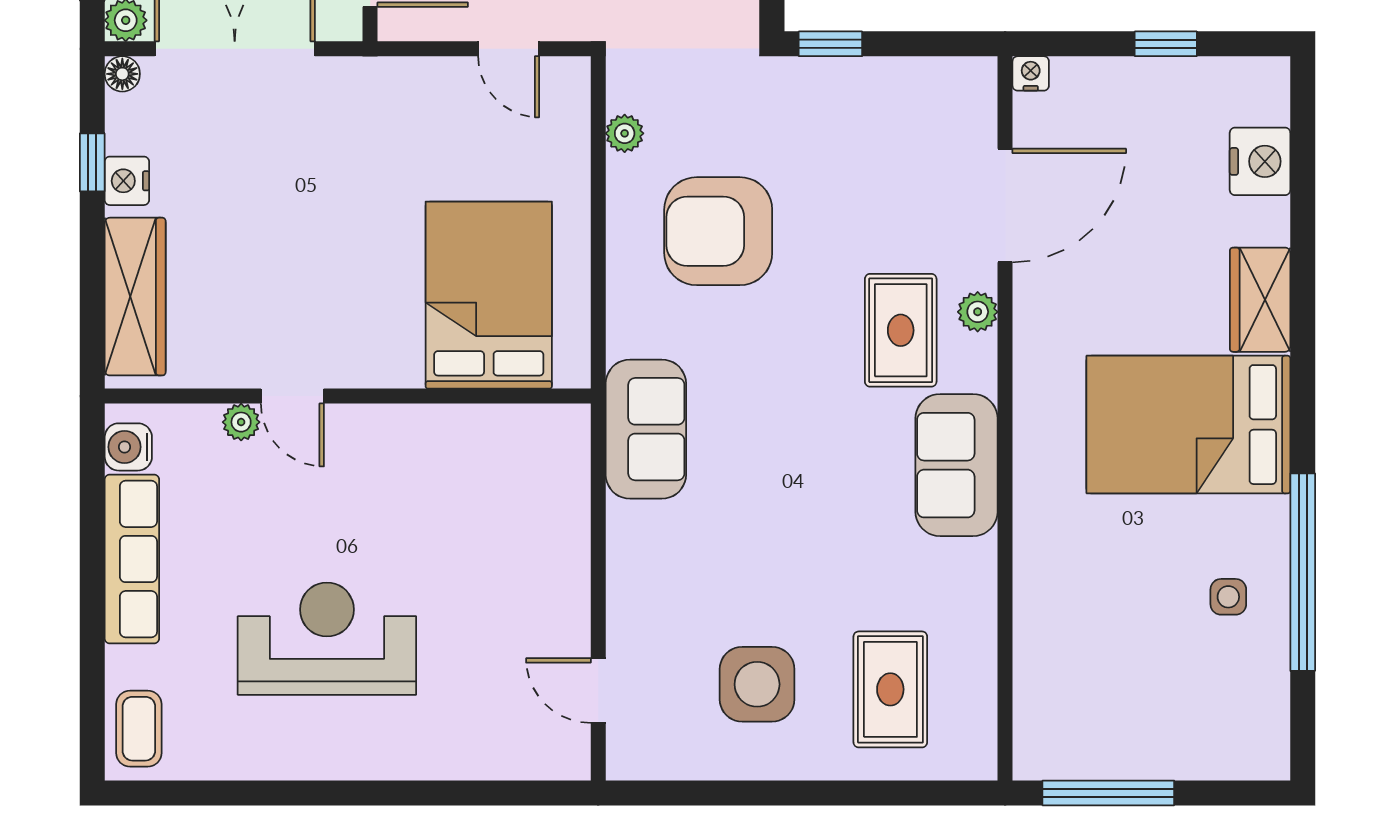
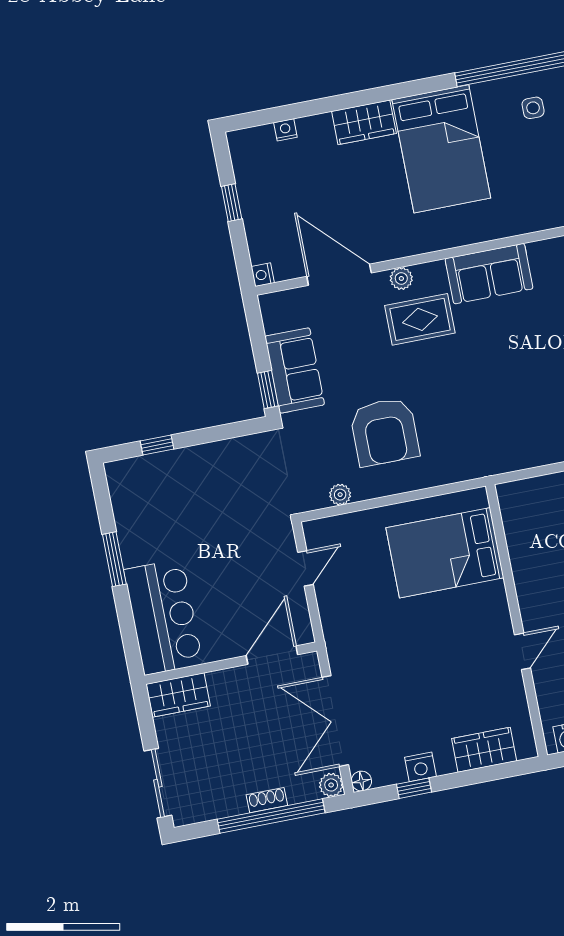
nightstand: (1260, 161) -> (285, 130), width x0.53, depth x0.56
wardrobe: (135, 297) -> (484, 750), width x0.67
plant: (241, 422) -> (543, 677), removed
sofa: (646, 429) -> (295, 371), moved, turned 90

